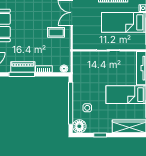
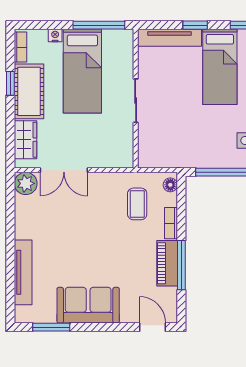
coffee table: (56, 32) -> (137, 204), moved

